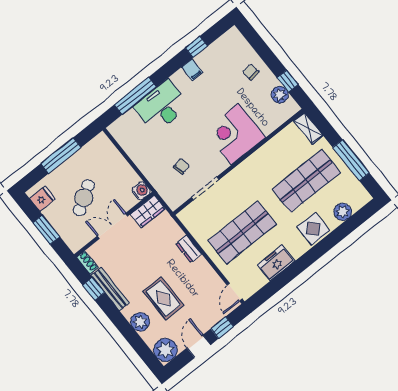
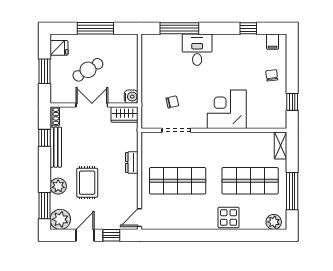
filing cabinet: (192, 70) -> (273, 42), moved
plant: (280, 95) -> (279, 107), removed
desk: (161, 106) -> (197, 50), width x0.73
plant: (343, 212) -> (274, 222), moved
freezer: (276, 263) -> (184, 220), removed
window: (142, 349) -> (44, 206), added

